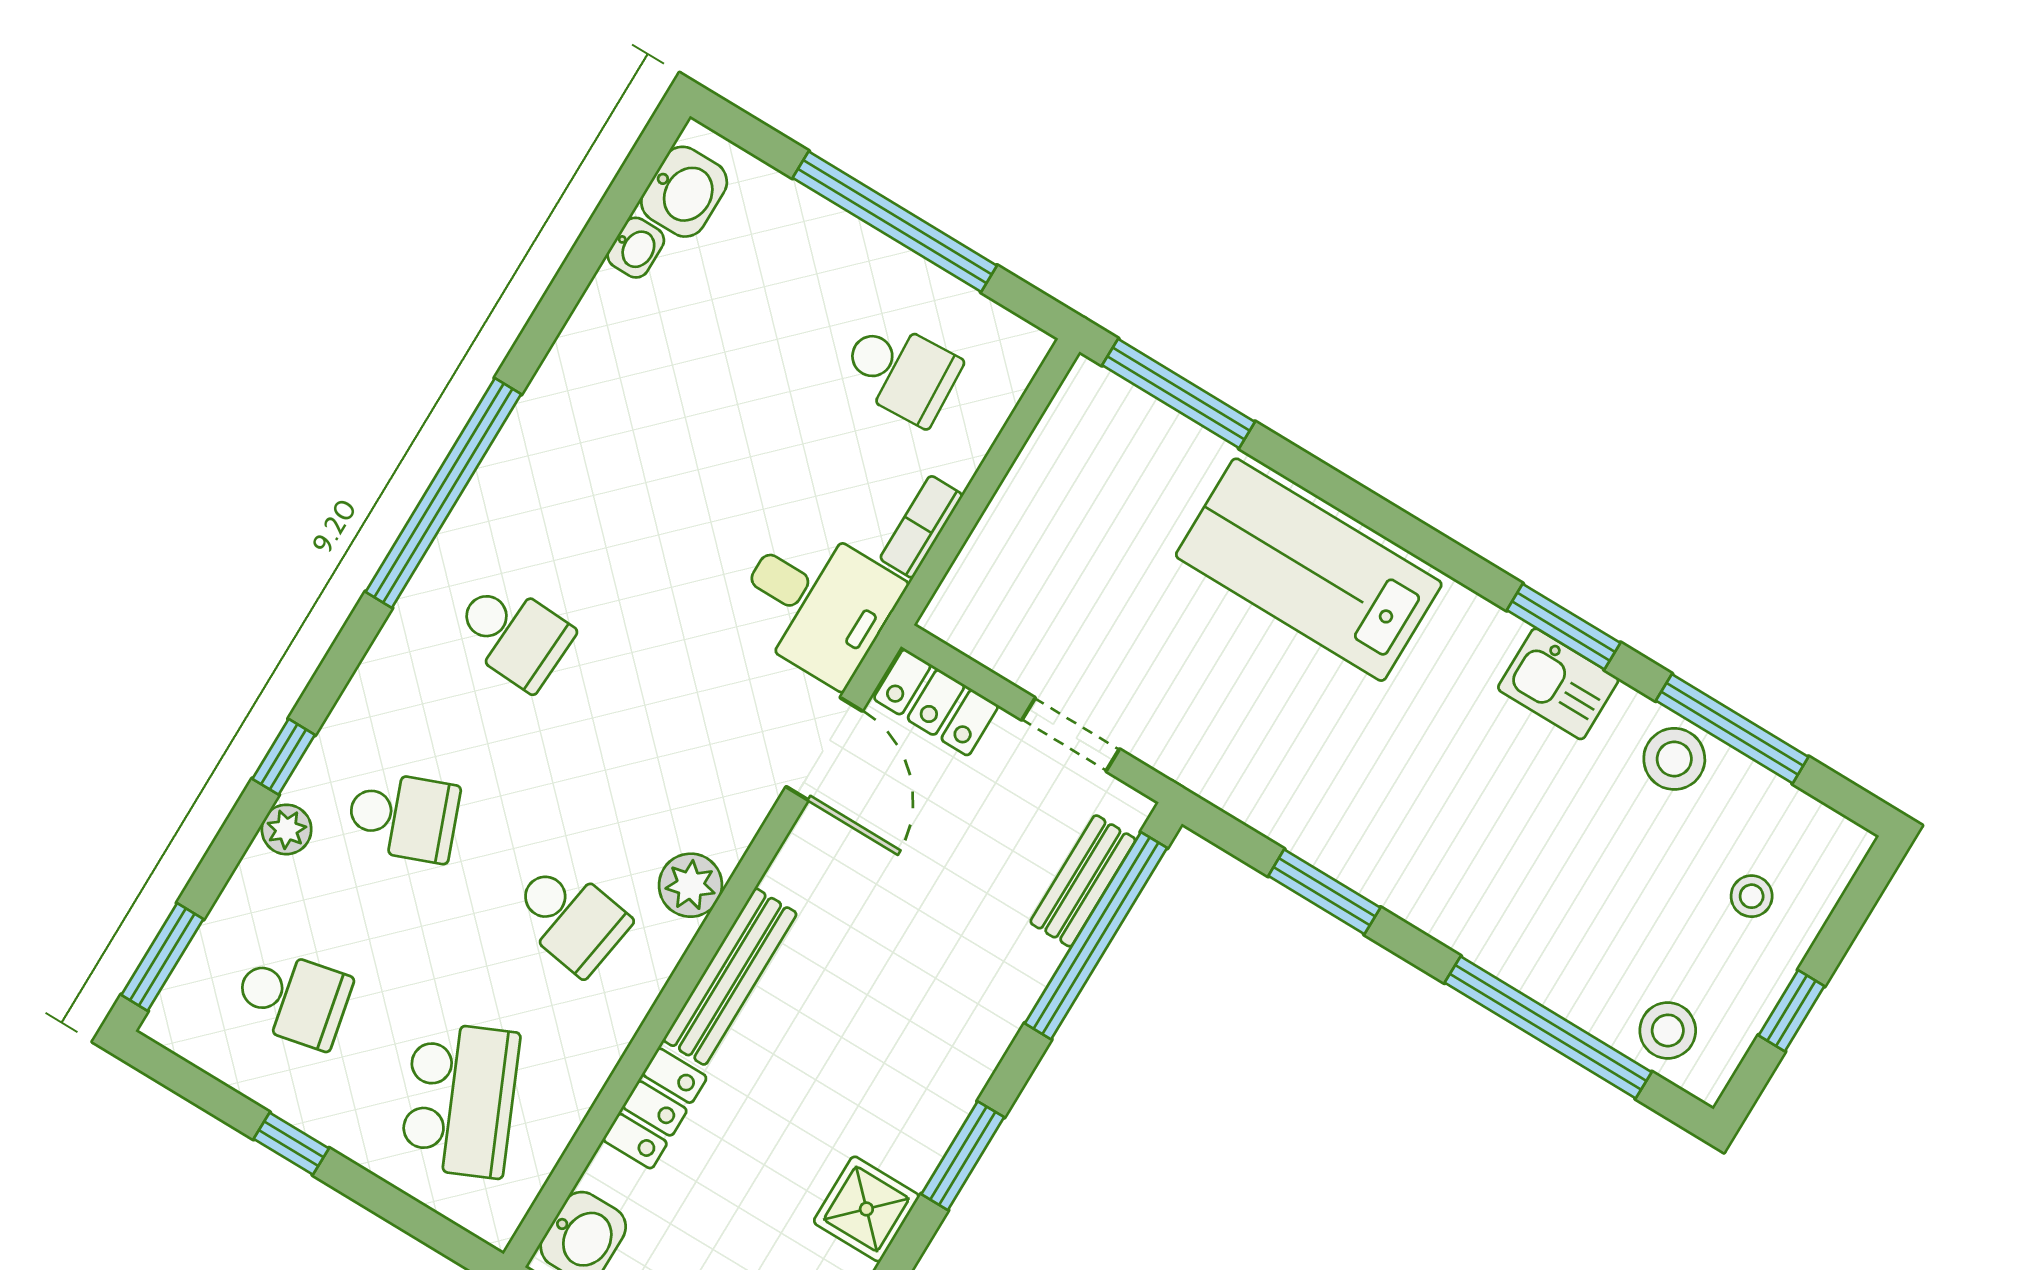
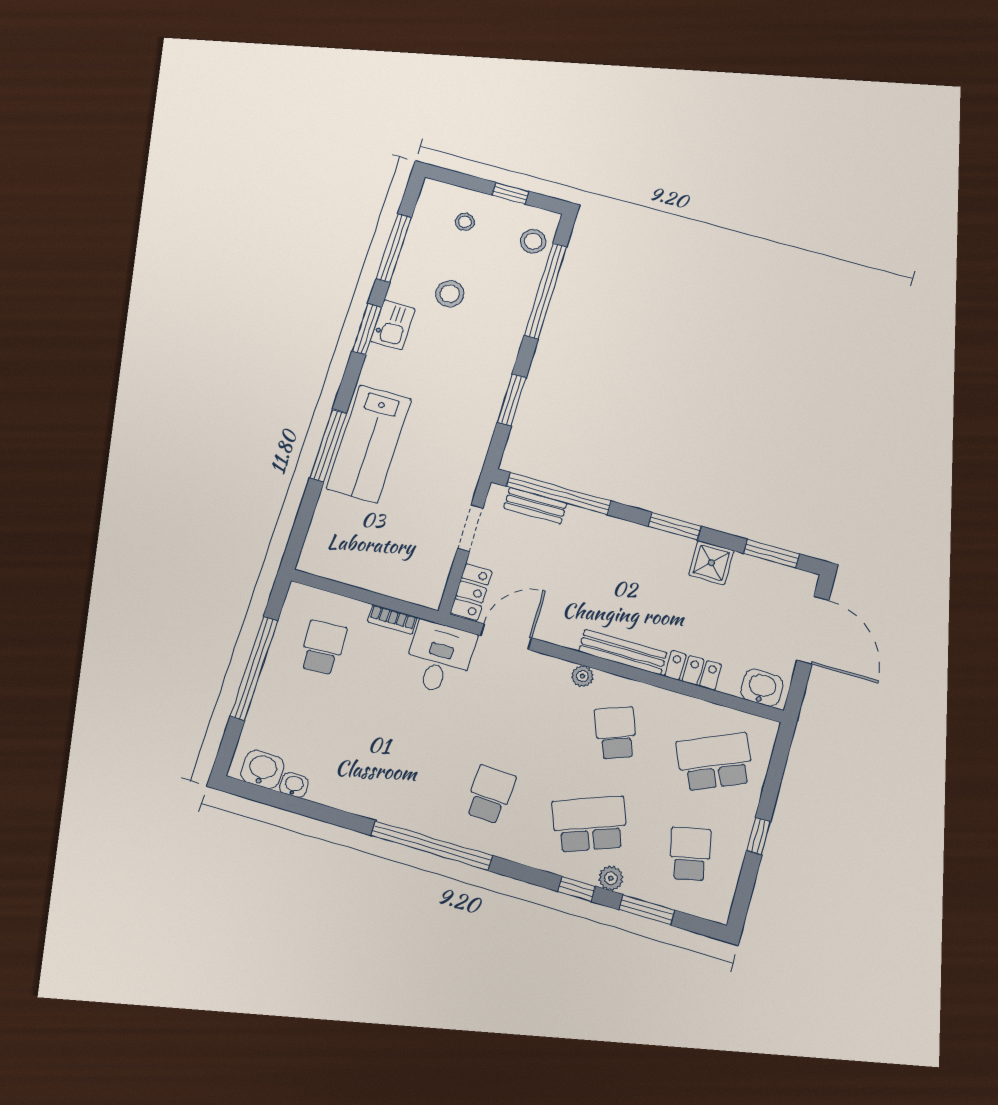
window: (1179, 393) -> (328, 445), moved
stool: (1674, 759) -> (450, 294), moved
school desk: (403, 816) -> (590, 824), width x1.85
plant: (691, 885) -> (583, 676), width x0.73, depth x0.73
school desk: (570, 918) -> (616, 733), turned -30
window: (162, 957) -> (647, 910), moved

